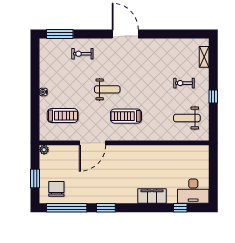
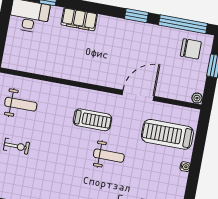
weight bench: (107, 89) -> (109, 156), turned 180
treadmill: (63, 116) -> (167, 134), width x1.37, depth x1.38
chair: (56, 189) -> (191, 49), turned -90

